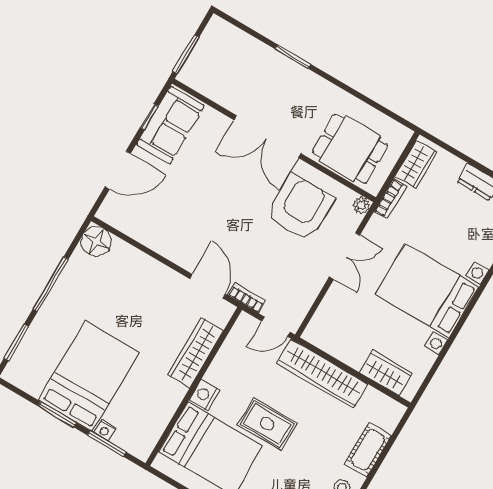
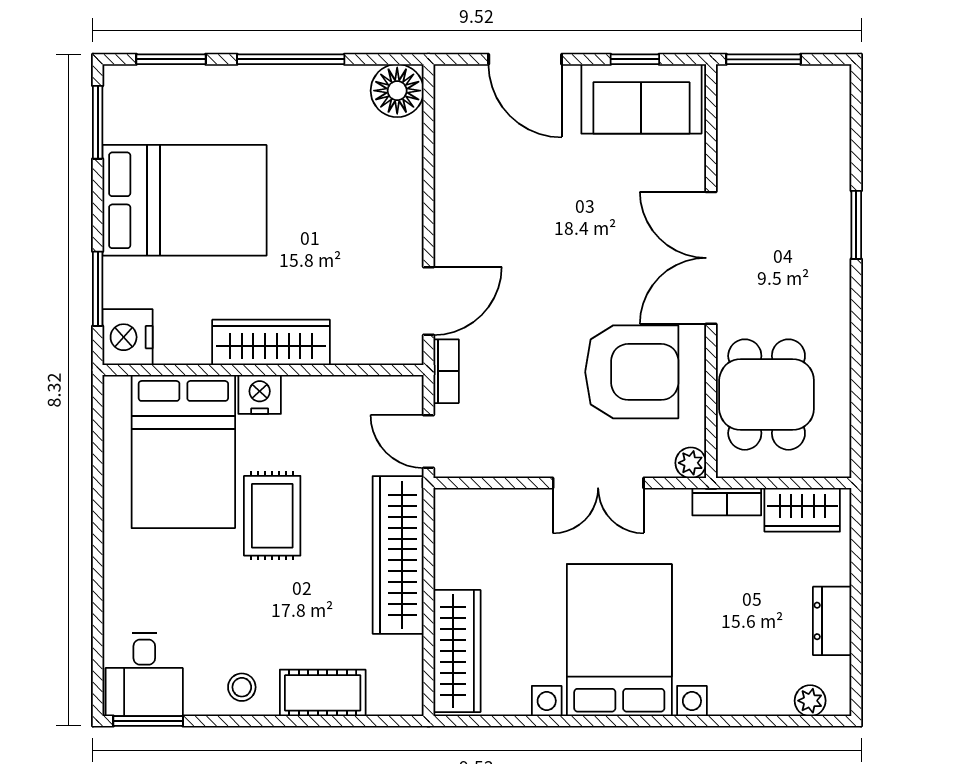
wardrobe: (196, 353) -> (271, 342), moved
wardrobe: (386, 373) -> (457, 651), width x1.50
window: (57, 414) -> (98, 122), moved
nightstand: (105, 430) -> (128, 337), moved, width x1.89, depth x1.79

